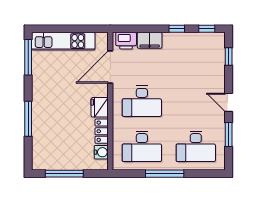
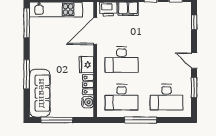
sofa: (44, 141) -> (40, 93), added

